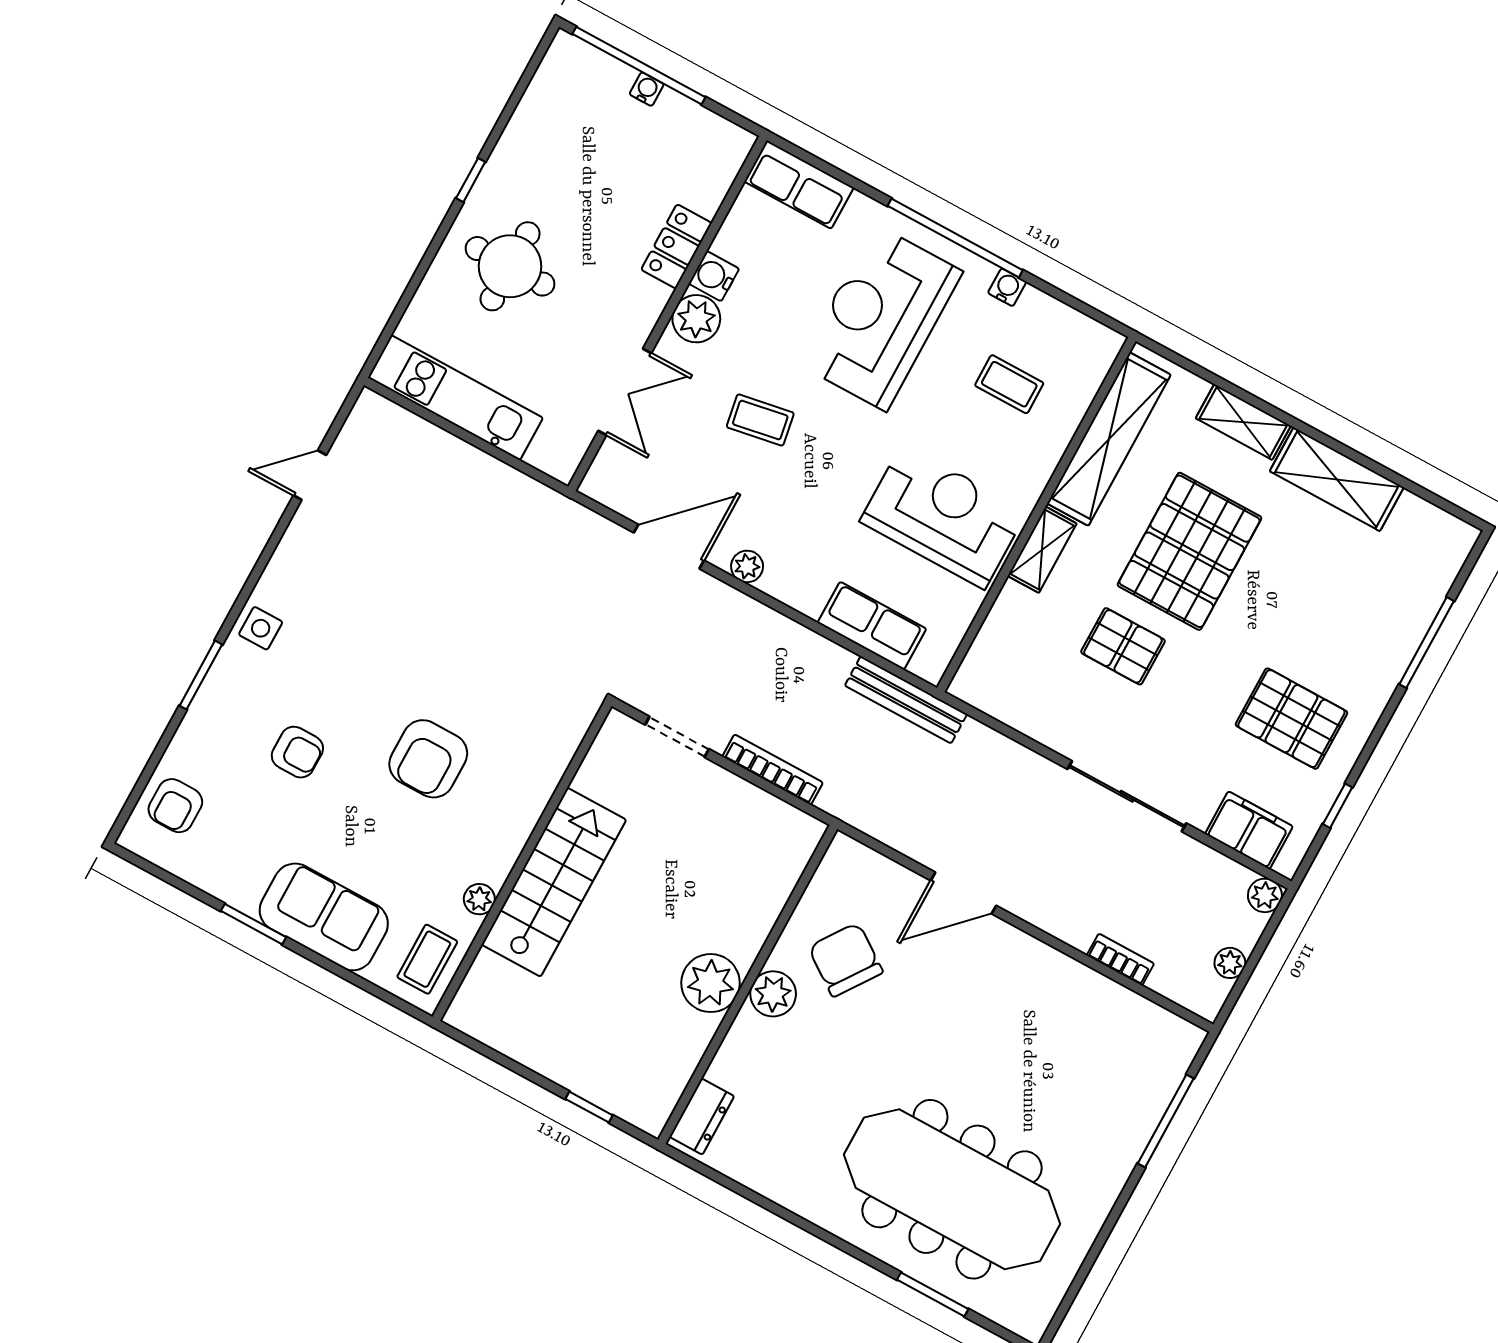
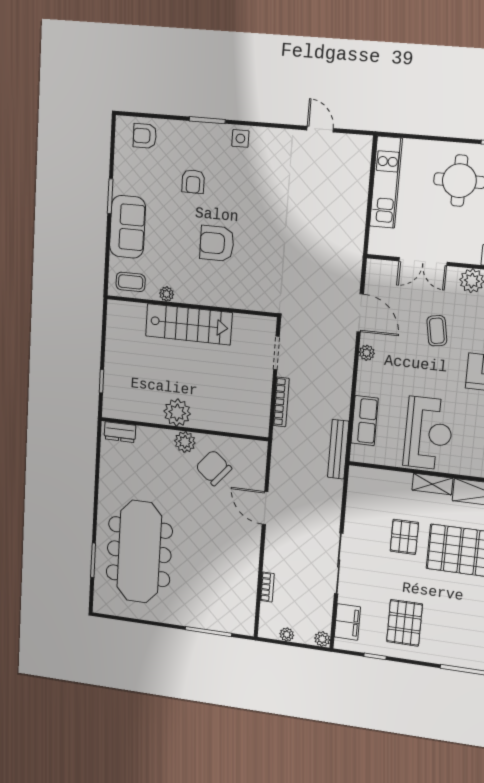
chair: (846, 960) -> (214, 468), turned -85

